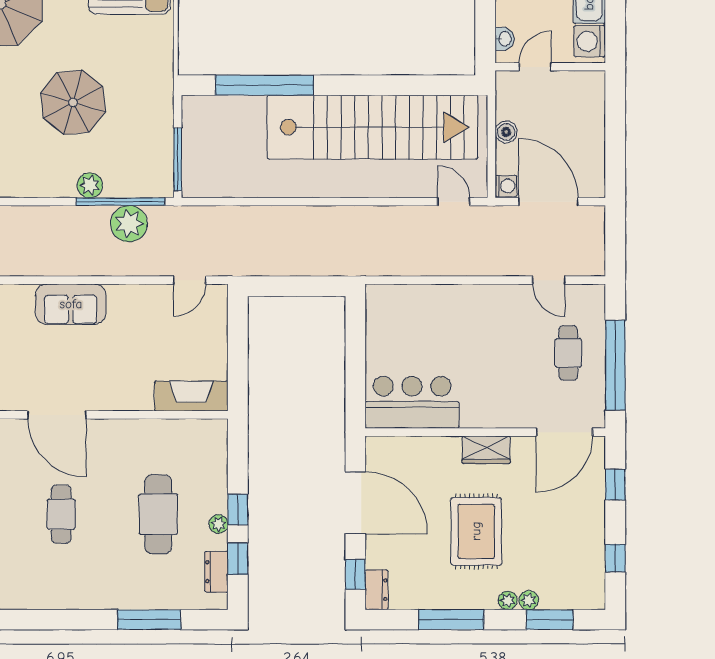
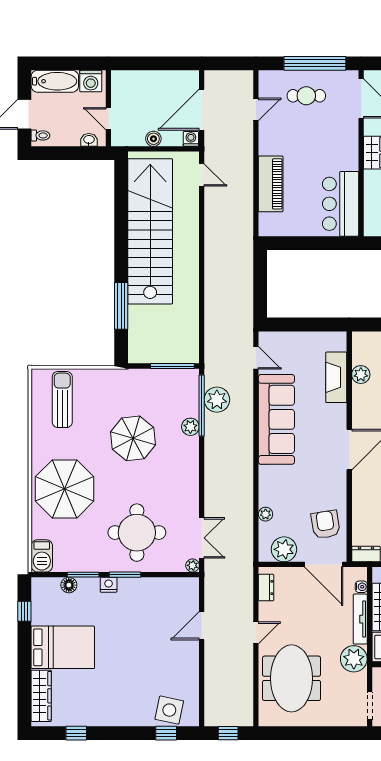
window: (264, 85) -> (121, 306), width x0.68
door: (454, 202) -> (202, 175), swing flipped
piano: (441, 301) -> (271, 184), added
sofa: (71, 304) -> (276, 419), width x1.85, depth x1.27
fireplace: (191, 396) -> (336, 377), moved
plant: (165, 432) -> (361, 375), added

